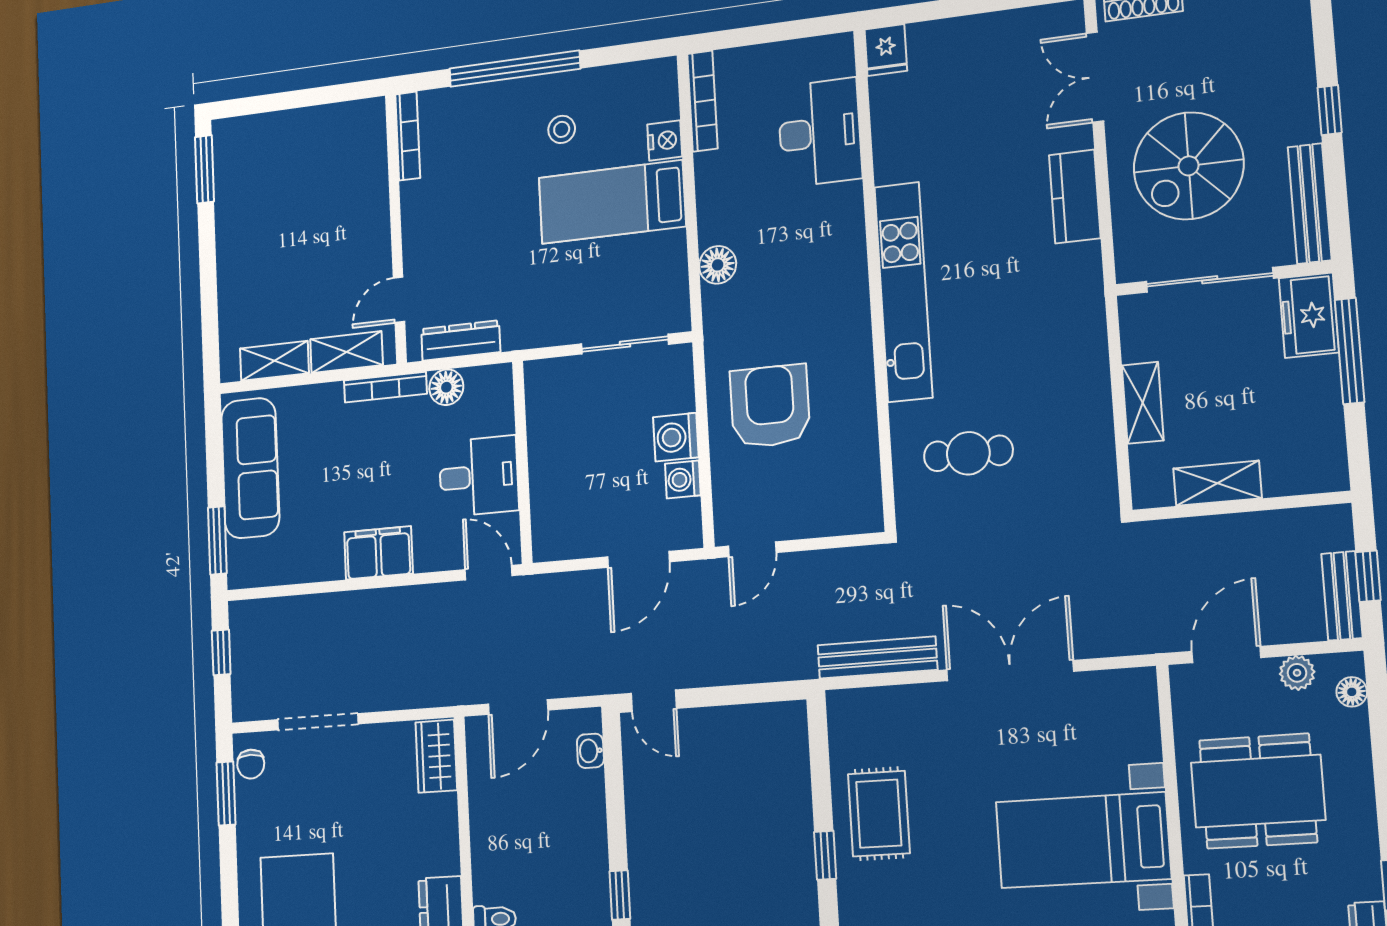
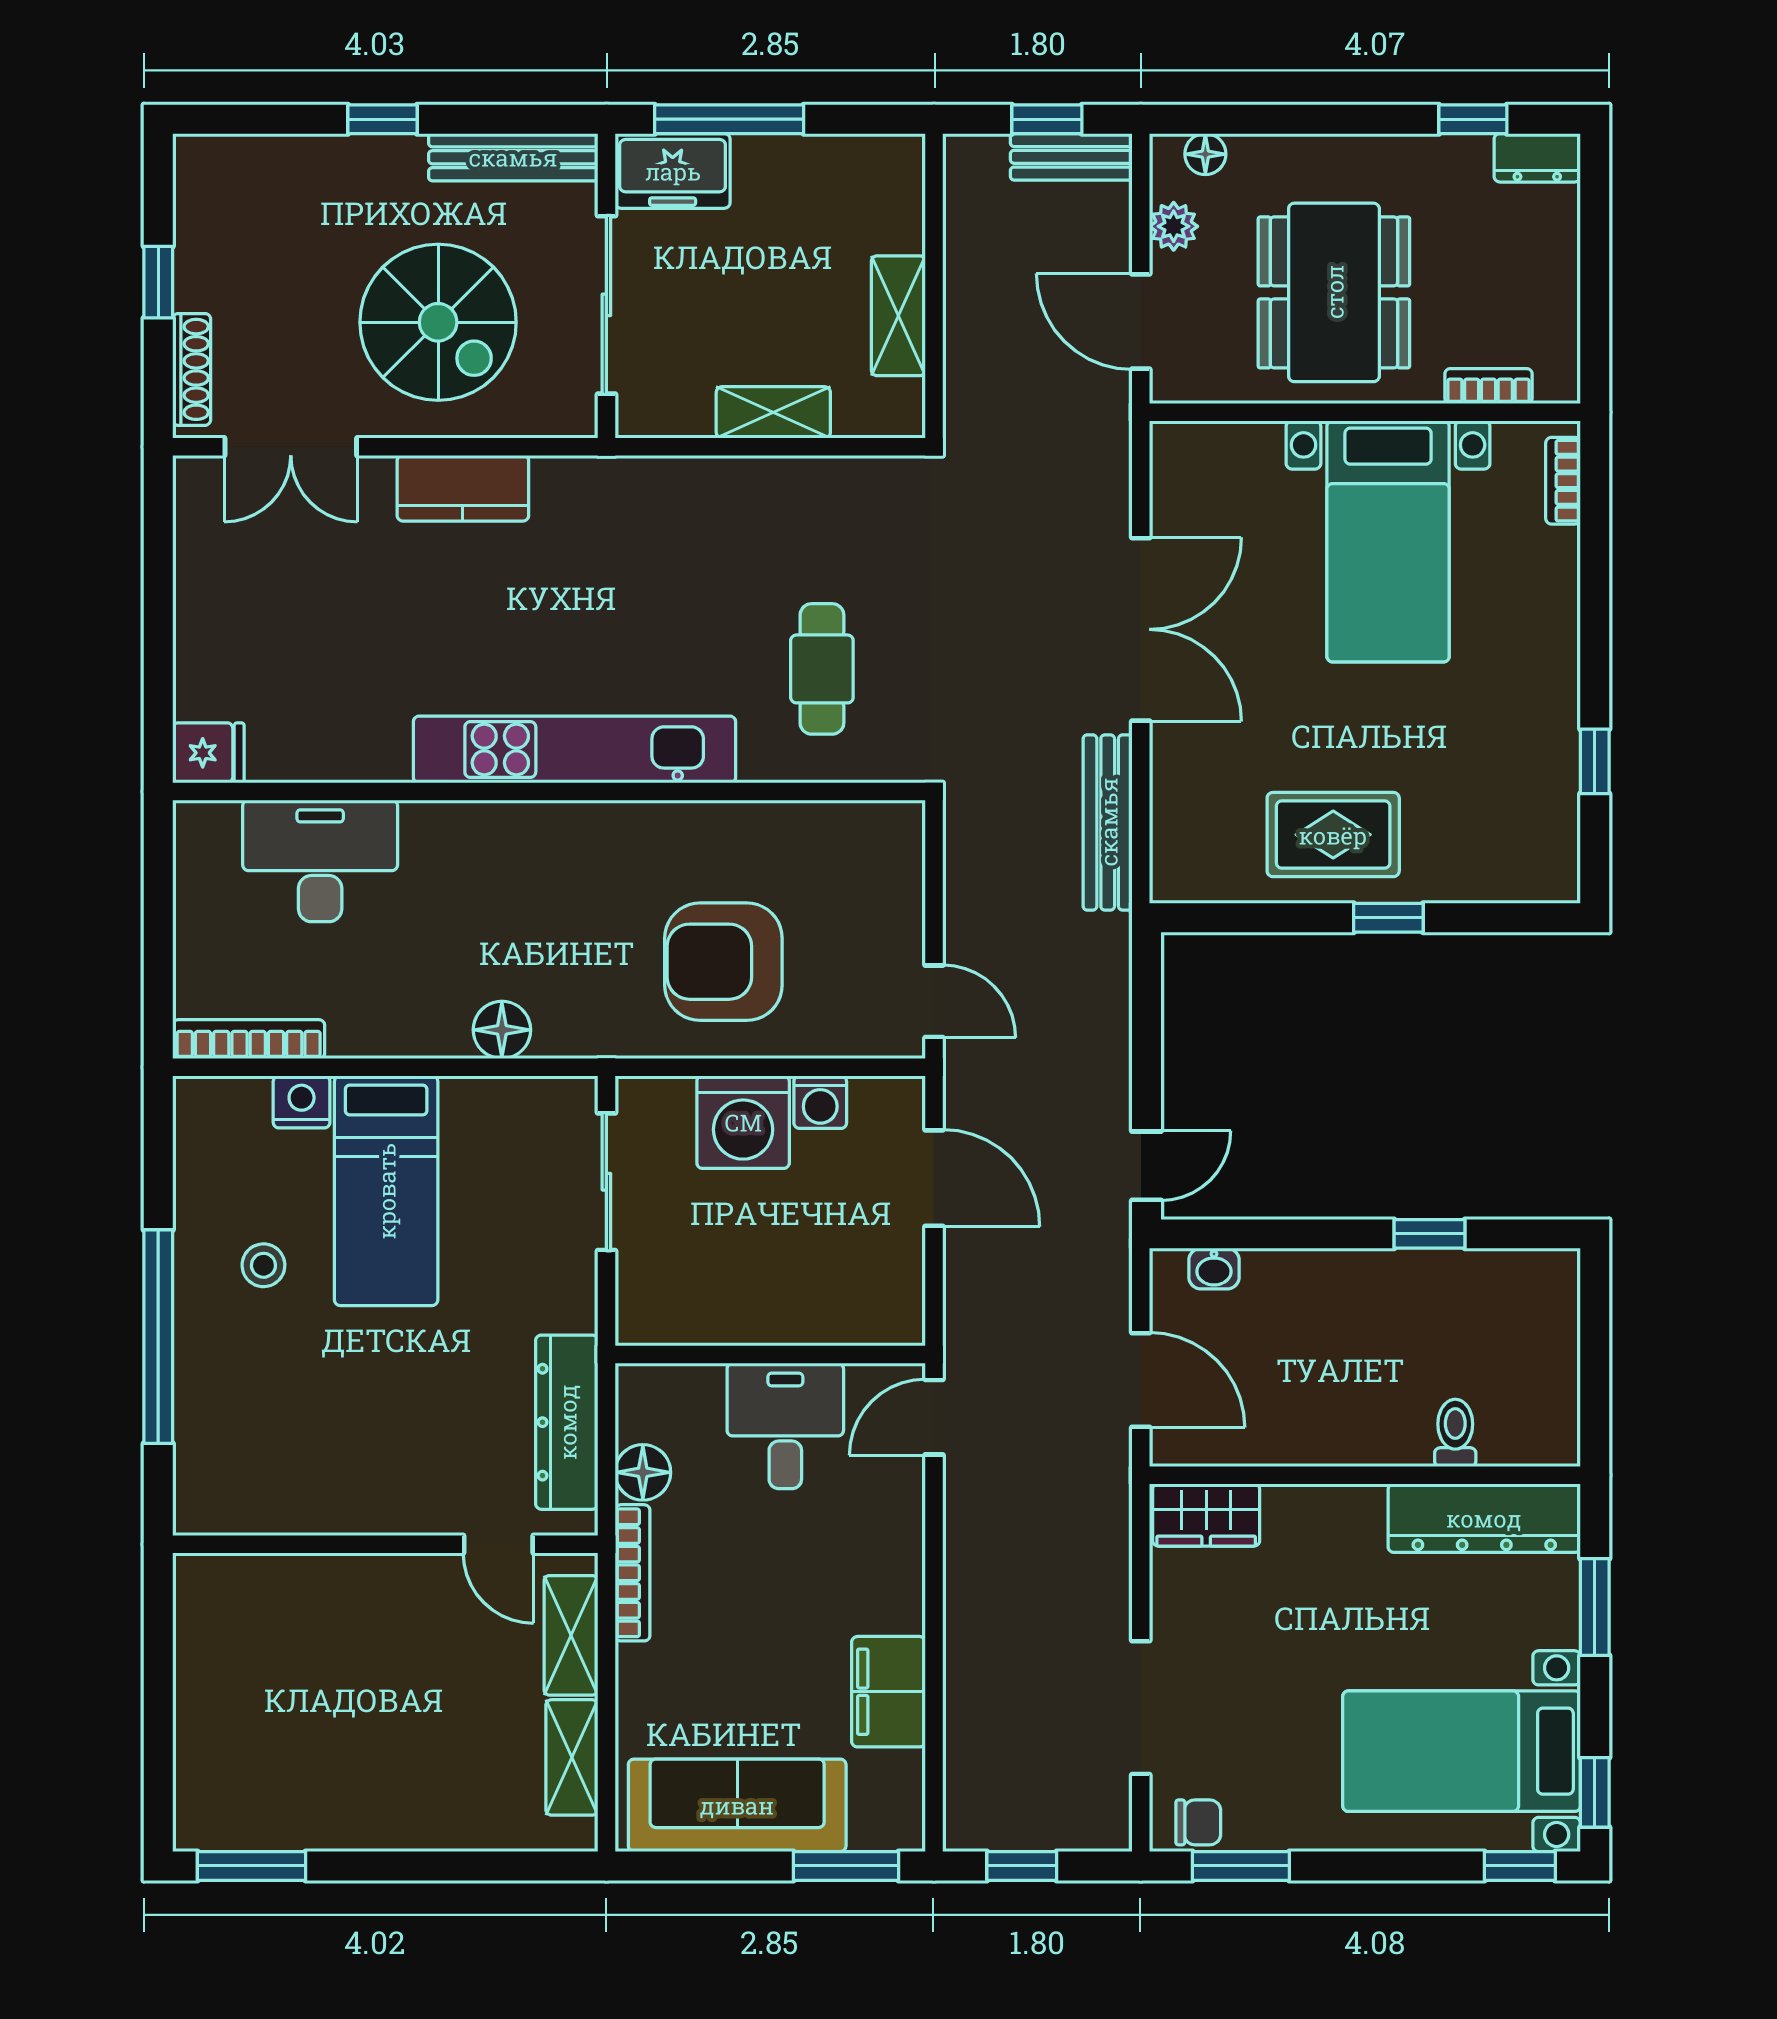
bookcase: (408, 136) -> (242, 1518), removed
dresser: (461, 341) -> (567, 1422), width x1.37, depth x1.24
washing machine: (676, 437) -> (743, 1122), width x1.37, depth x1.37
filing cabinet: (378, 553) -> (889, 1692), moved
double door: (1010, 671) -> (1141, 629), swing flipped

